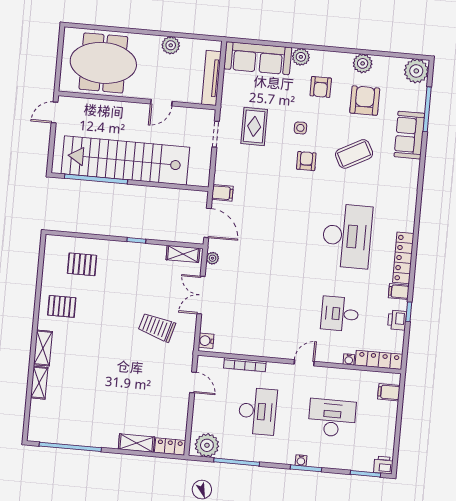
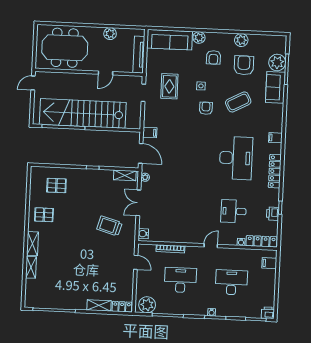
plant: (416, 71) -> (277, 63), moved
filing cabinet: (399, 292) -> (275, 138), moved
desk: (257, 411) -> (180, 280), turned -90

